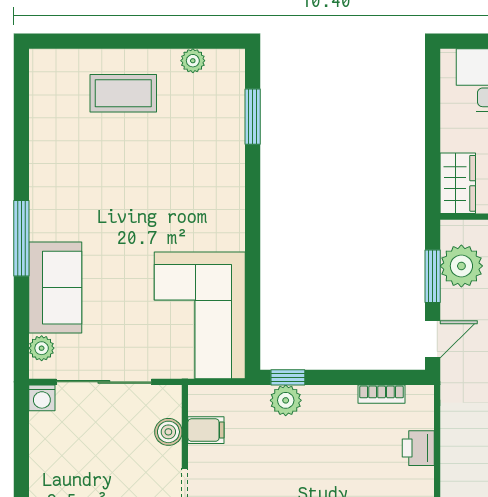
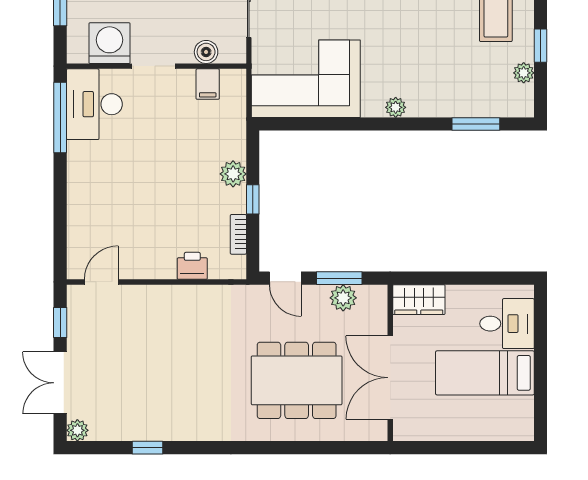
window: (161, 41) -> (540, 46), added
plant: (233, 210) -> (396, 107), added
plant: (461, 266) -> (343, 298), width x0.73, depth x0.73
window: (288, 377) -> (253, 199), moved
plant: (286, 400) -> (233, 174), moved

